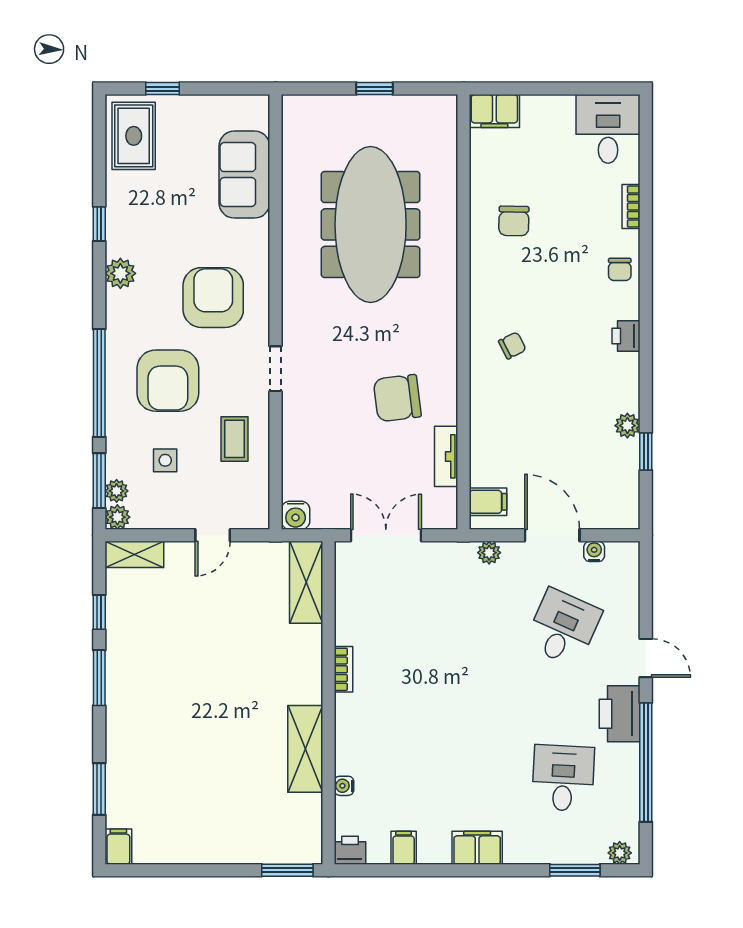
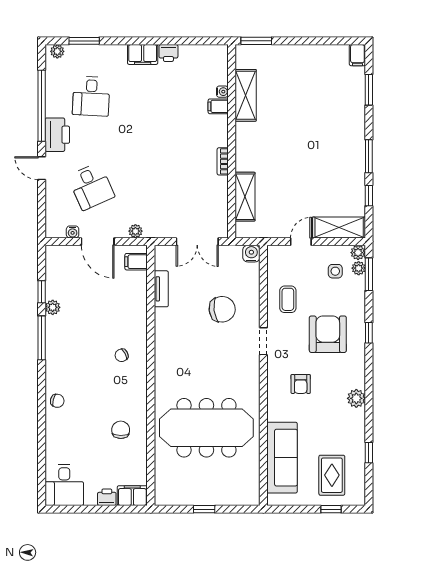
rug: (134, 136) -> (332, 475), moved
sofa: (244, 175) -> (282, 458), width x1.36
bookcase: (631, 206) -> (50, 438), removed
window: (99, 224) -> (369, 453), moved
meeting table: (371, 224) -> (206, 428), turned 90
chair: (620, 269) -> (57, 401), turned 104
armchair: (213, 298) -> (301, 384), width x0.53, depth x0.53
printer: (626, 336) -> (107, 497), moved, turned -90
window: (646, 375) -> (42, 338), added
window: (99, 383) -> (369, 333), width x0.32
chair: (397, 398) -> (222, 309), moved
side table: (165, 460) -> (335, 271), moved
shelving: (134, 554) -> (339, 228), width x1.50, depth x1.33
shelving: (306, 582) -> (245, 197), moved
desk: (563, 628) -> (91, 186), turned -48
shelving: (305, 749) -> (246, 95), moved
filing cabinet: (404, 848) -> (218, 106), moved, turned 90
printer: (350, 850) -> (168, 53), moved

